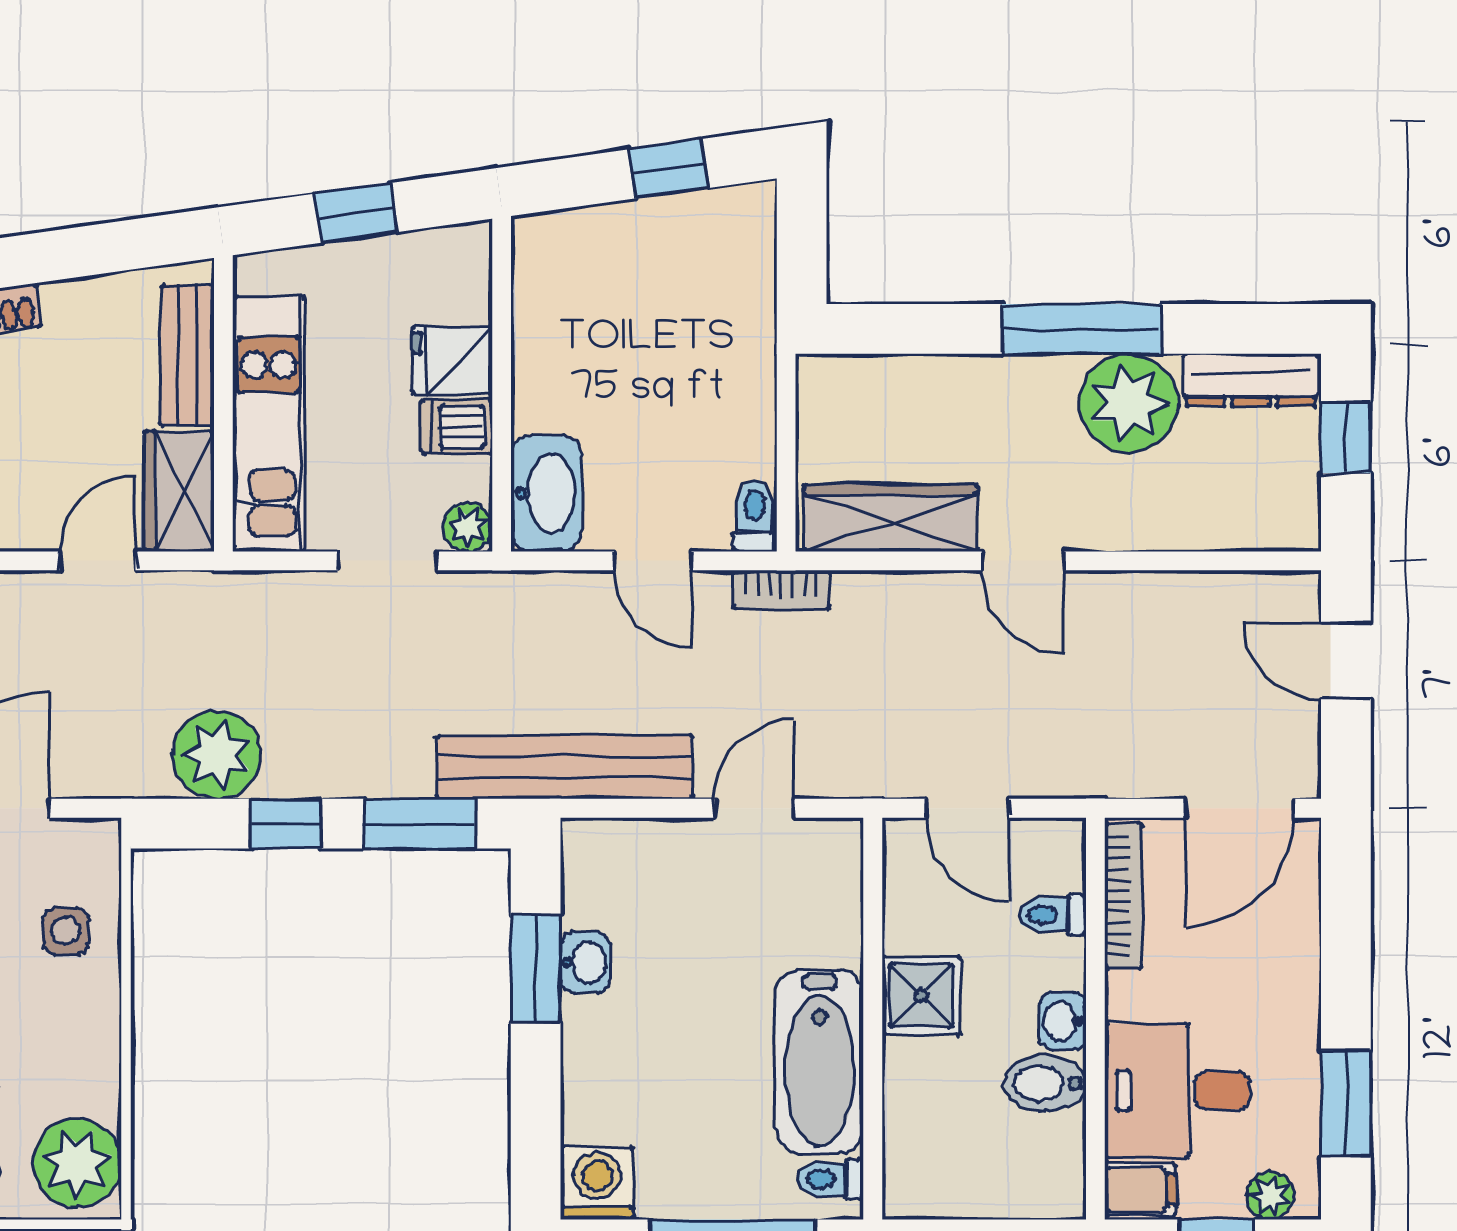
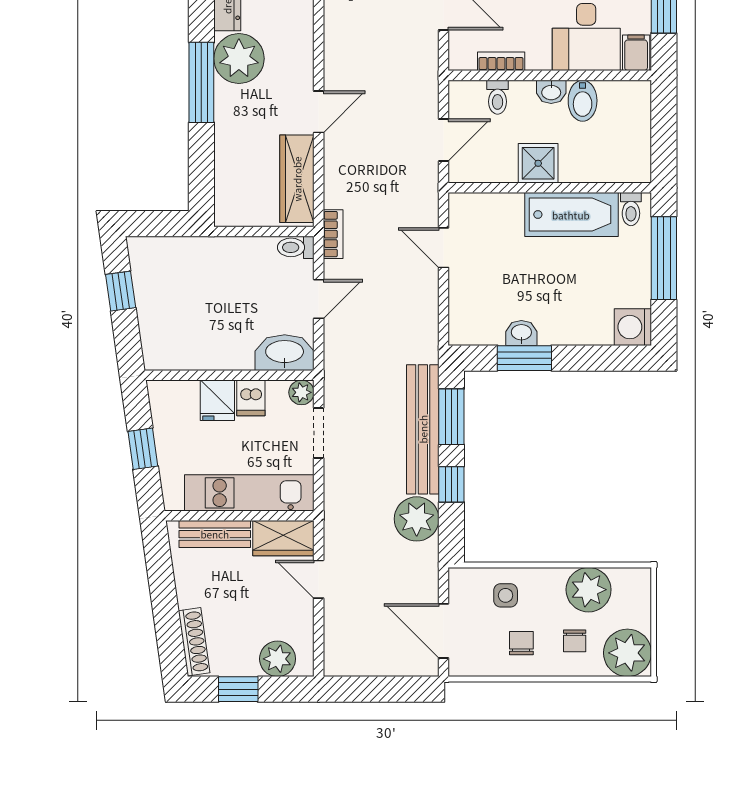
bench: (564, 767) -> (423, 429), moved
bookcase: (1123, 896) -> (501, 61), width x0.64
plant: (77, 1163) -> (589, 590), moved

